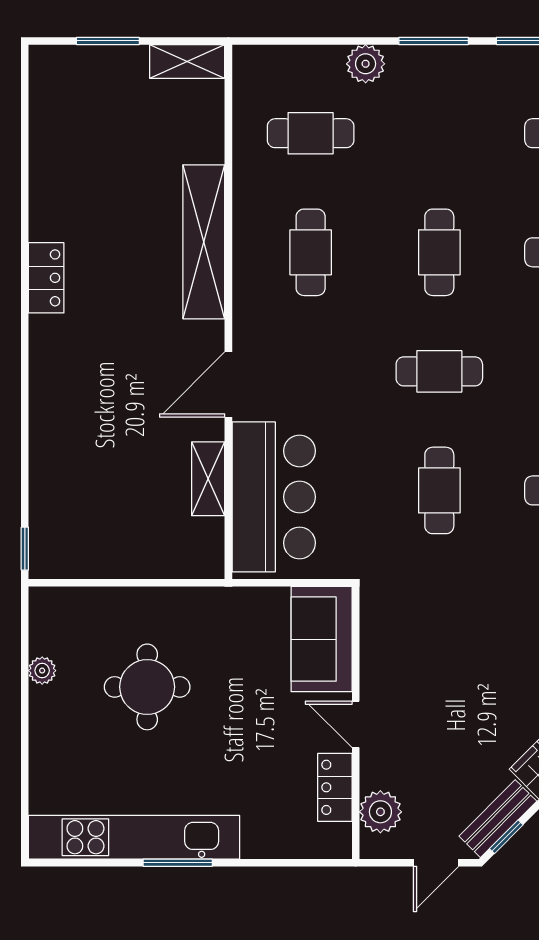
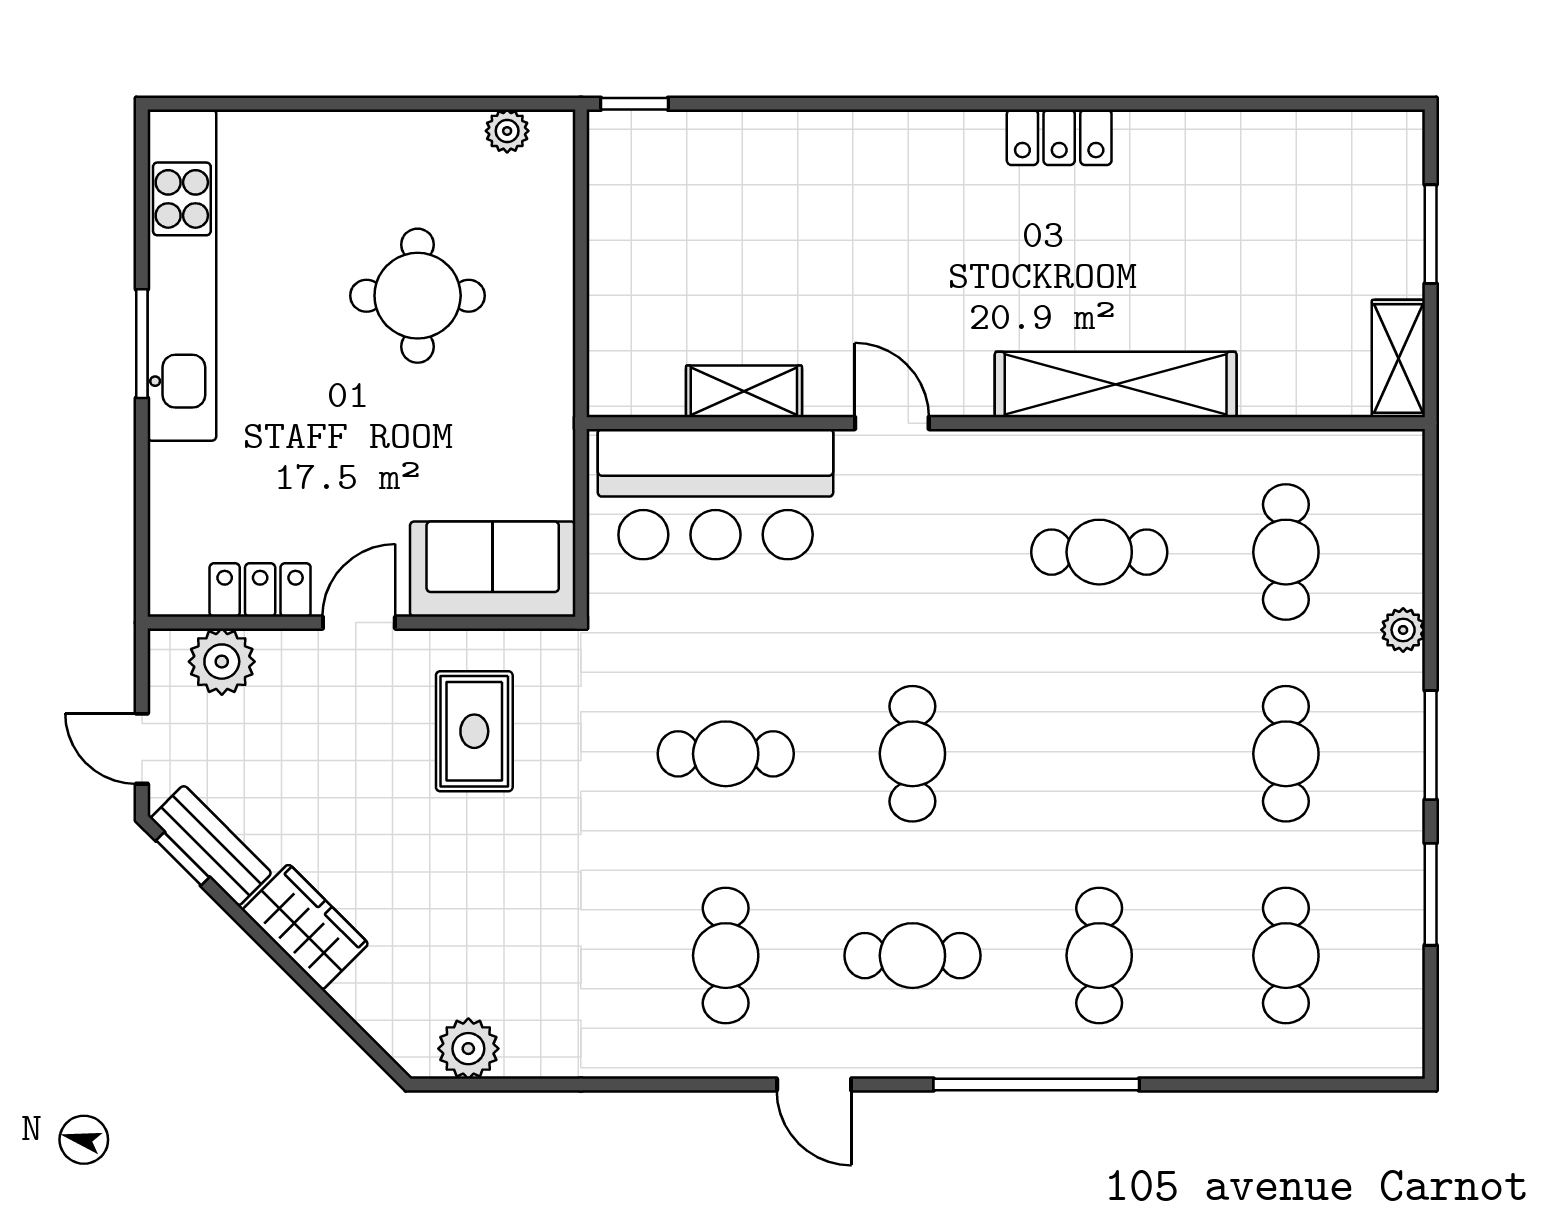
plant: (366, 64) -> (1403, 630), width x0.73, depth x0.73
cafe table: (439, 252) -> (1286, 754), moved, turned 90
door: (228, 385) -> (892, 423), width x0.73
rug: (425, 651) -> (474, 731), added
plant: (42, 671) -> (507, 131), moved

